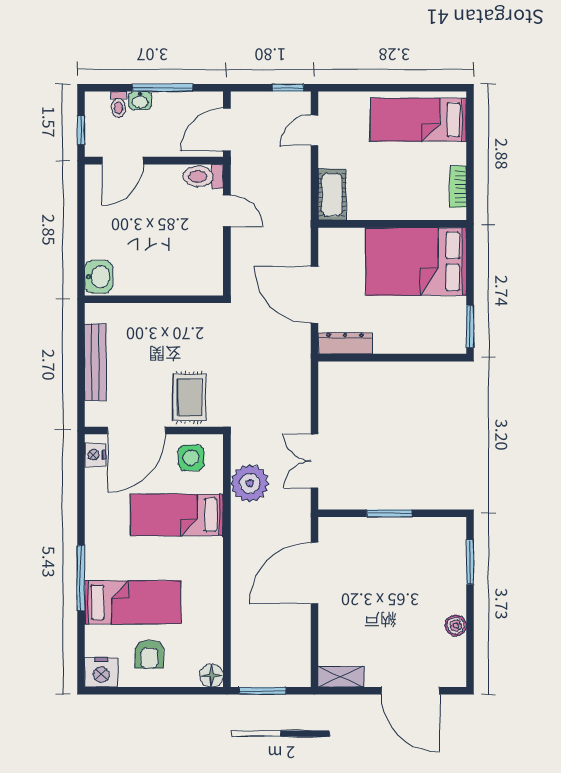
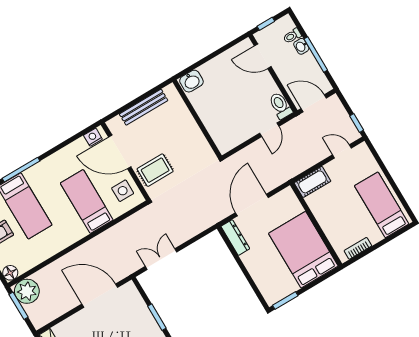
plant: (250, 483) -> (27, 291), moved

